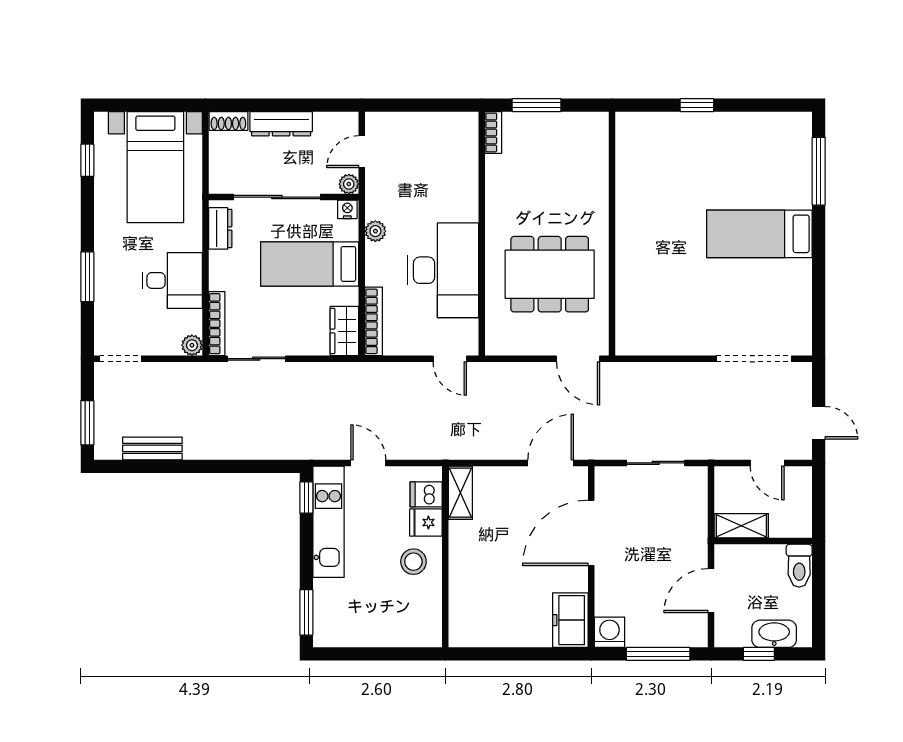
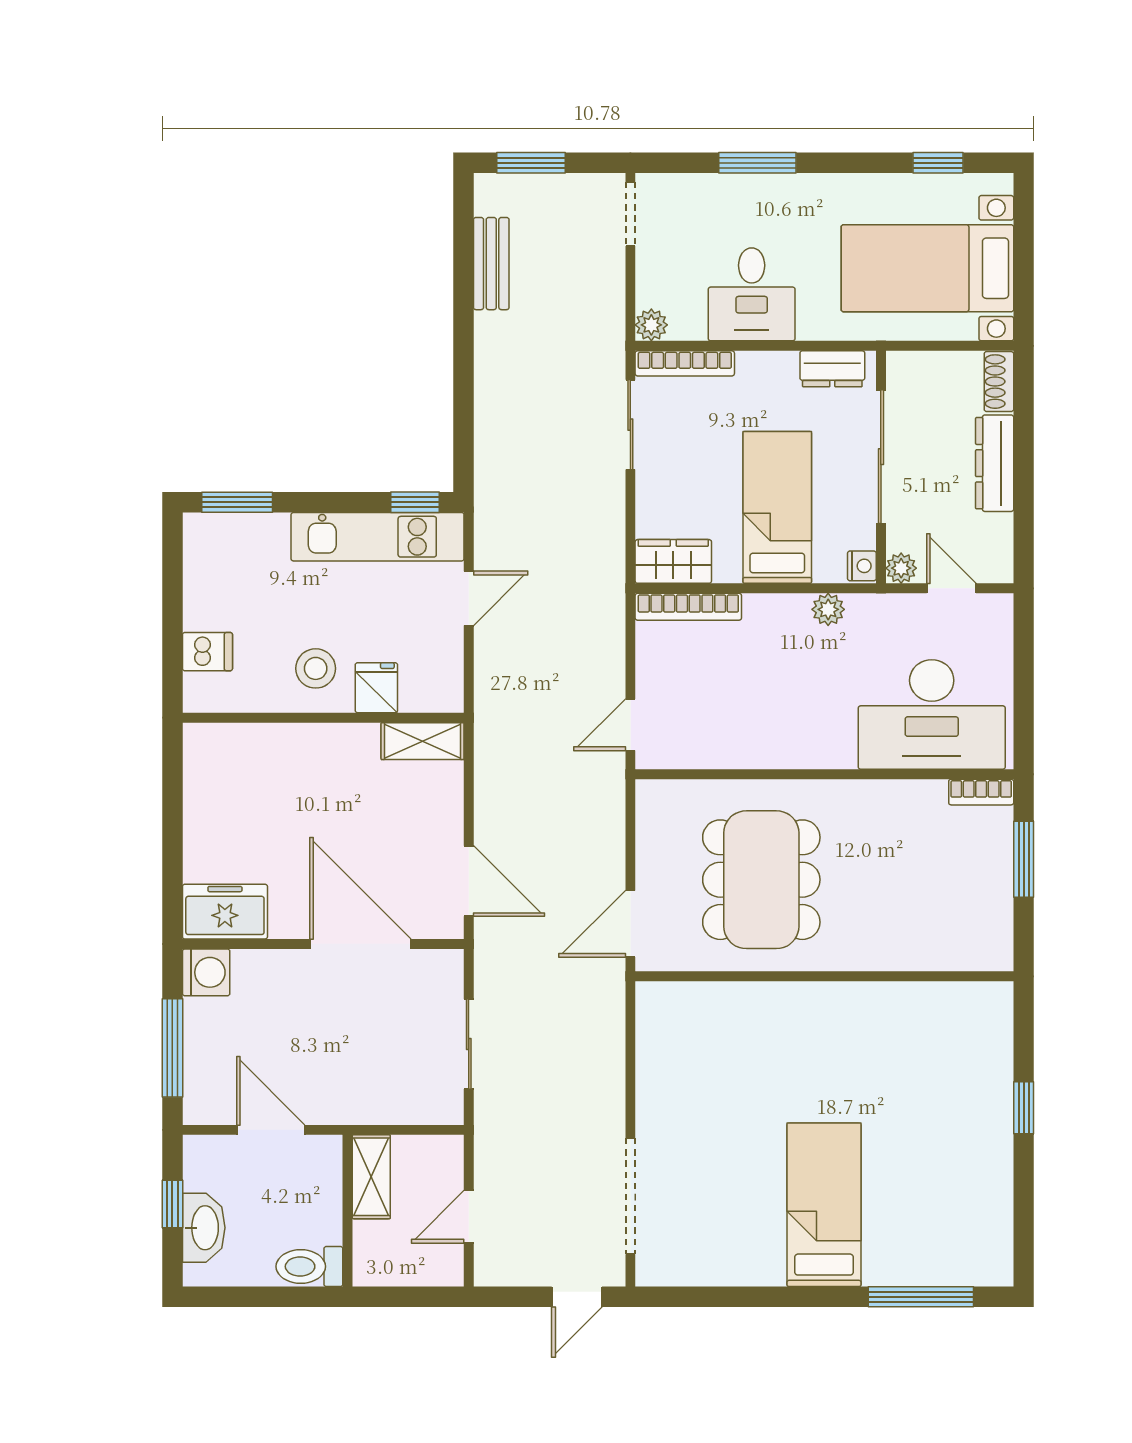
desk: (443, 270) -> (932, 714), moved
door: (819, 423) -> (577, 1297), moved
dishwasher: (426, 494) -> (207, 652), moved, turned 90

